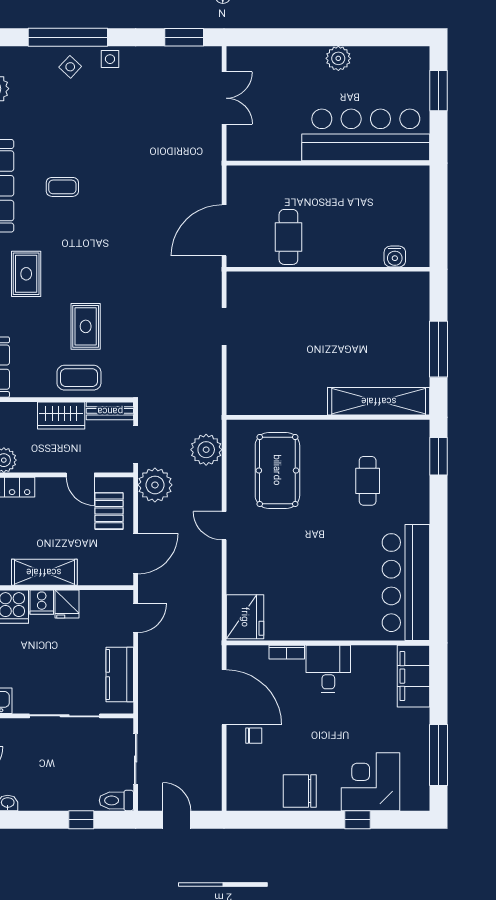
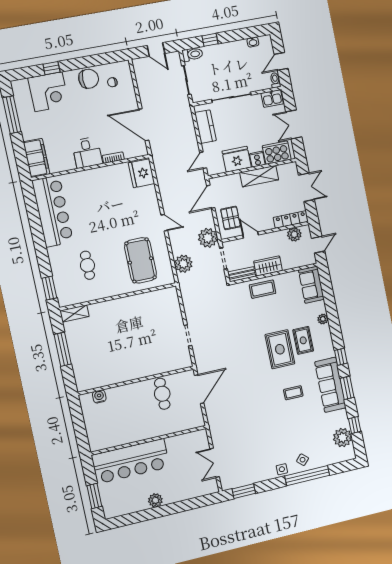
rug: (86, 326) -> (280, 349), moved, width x1.36, depth x1.43
shelving: (379, 401) -> (74, 314), width x0.45, depth x0.75
fridge: (67, 604) -> (237, 159), width x1.88, depth x1.34
chair: (254, 736) -> (112, 82), moved

